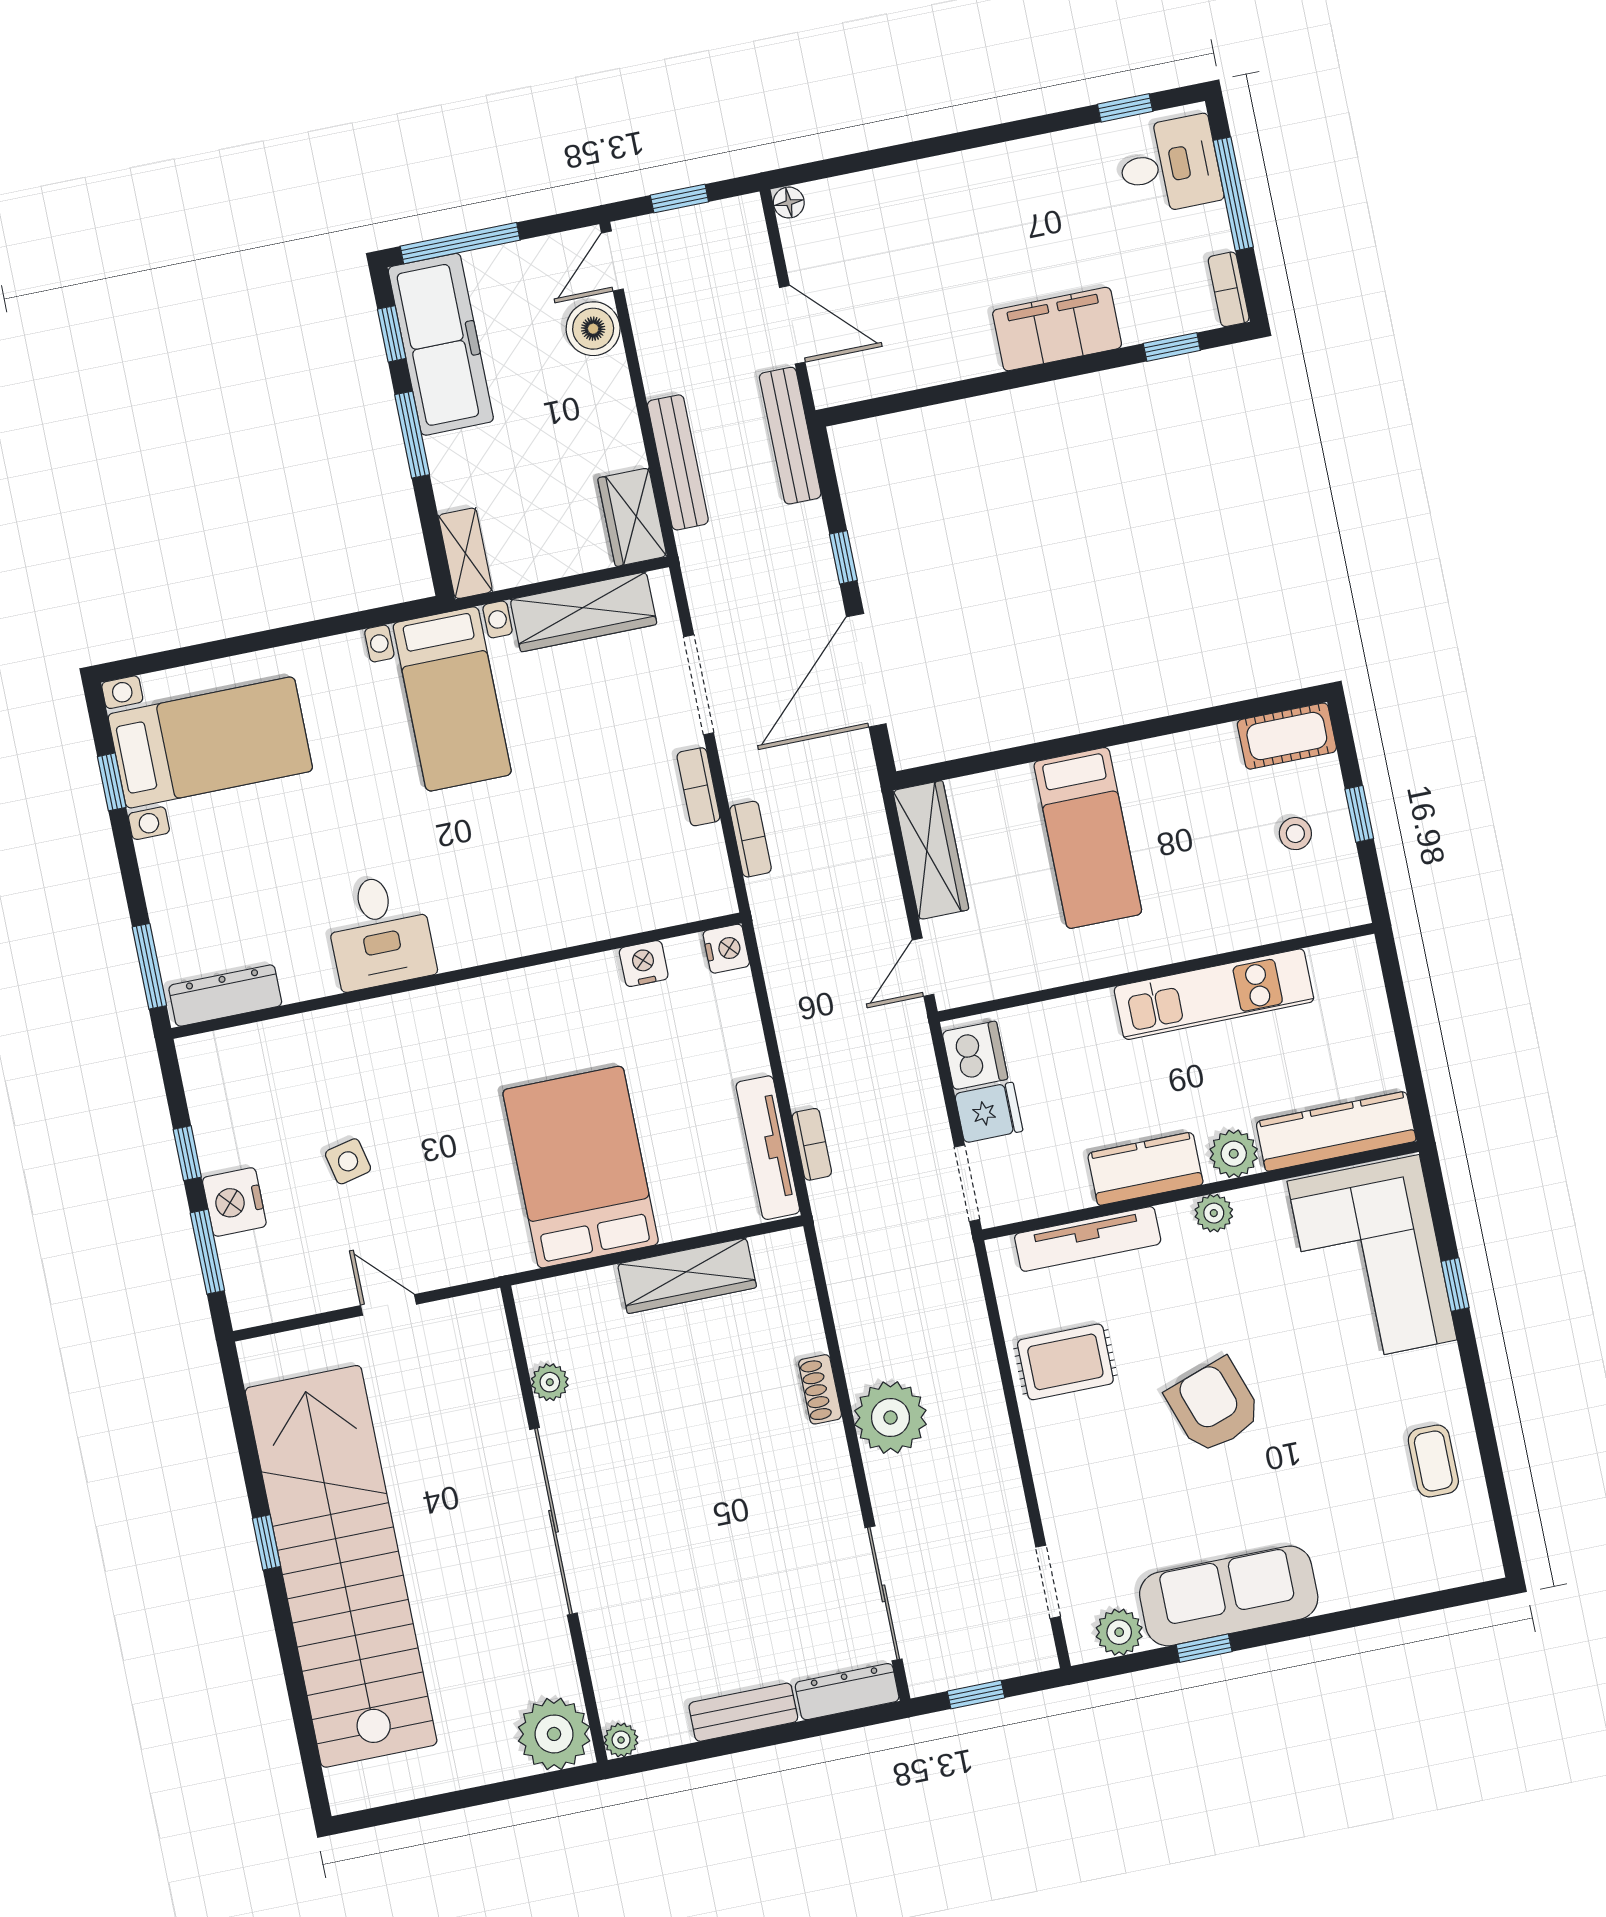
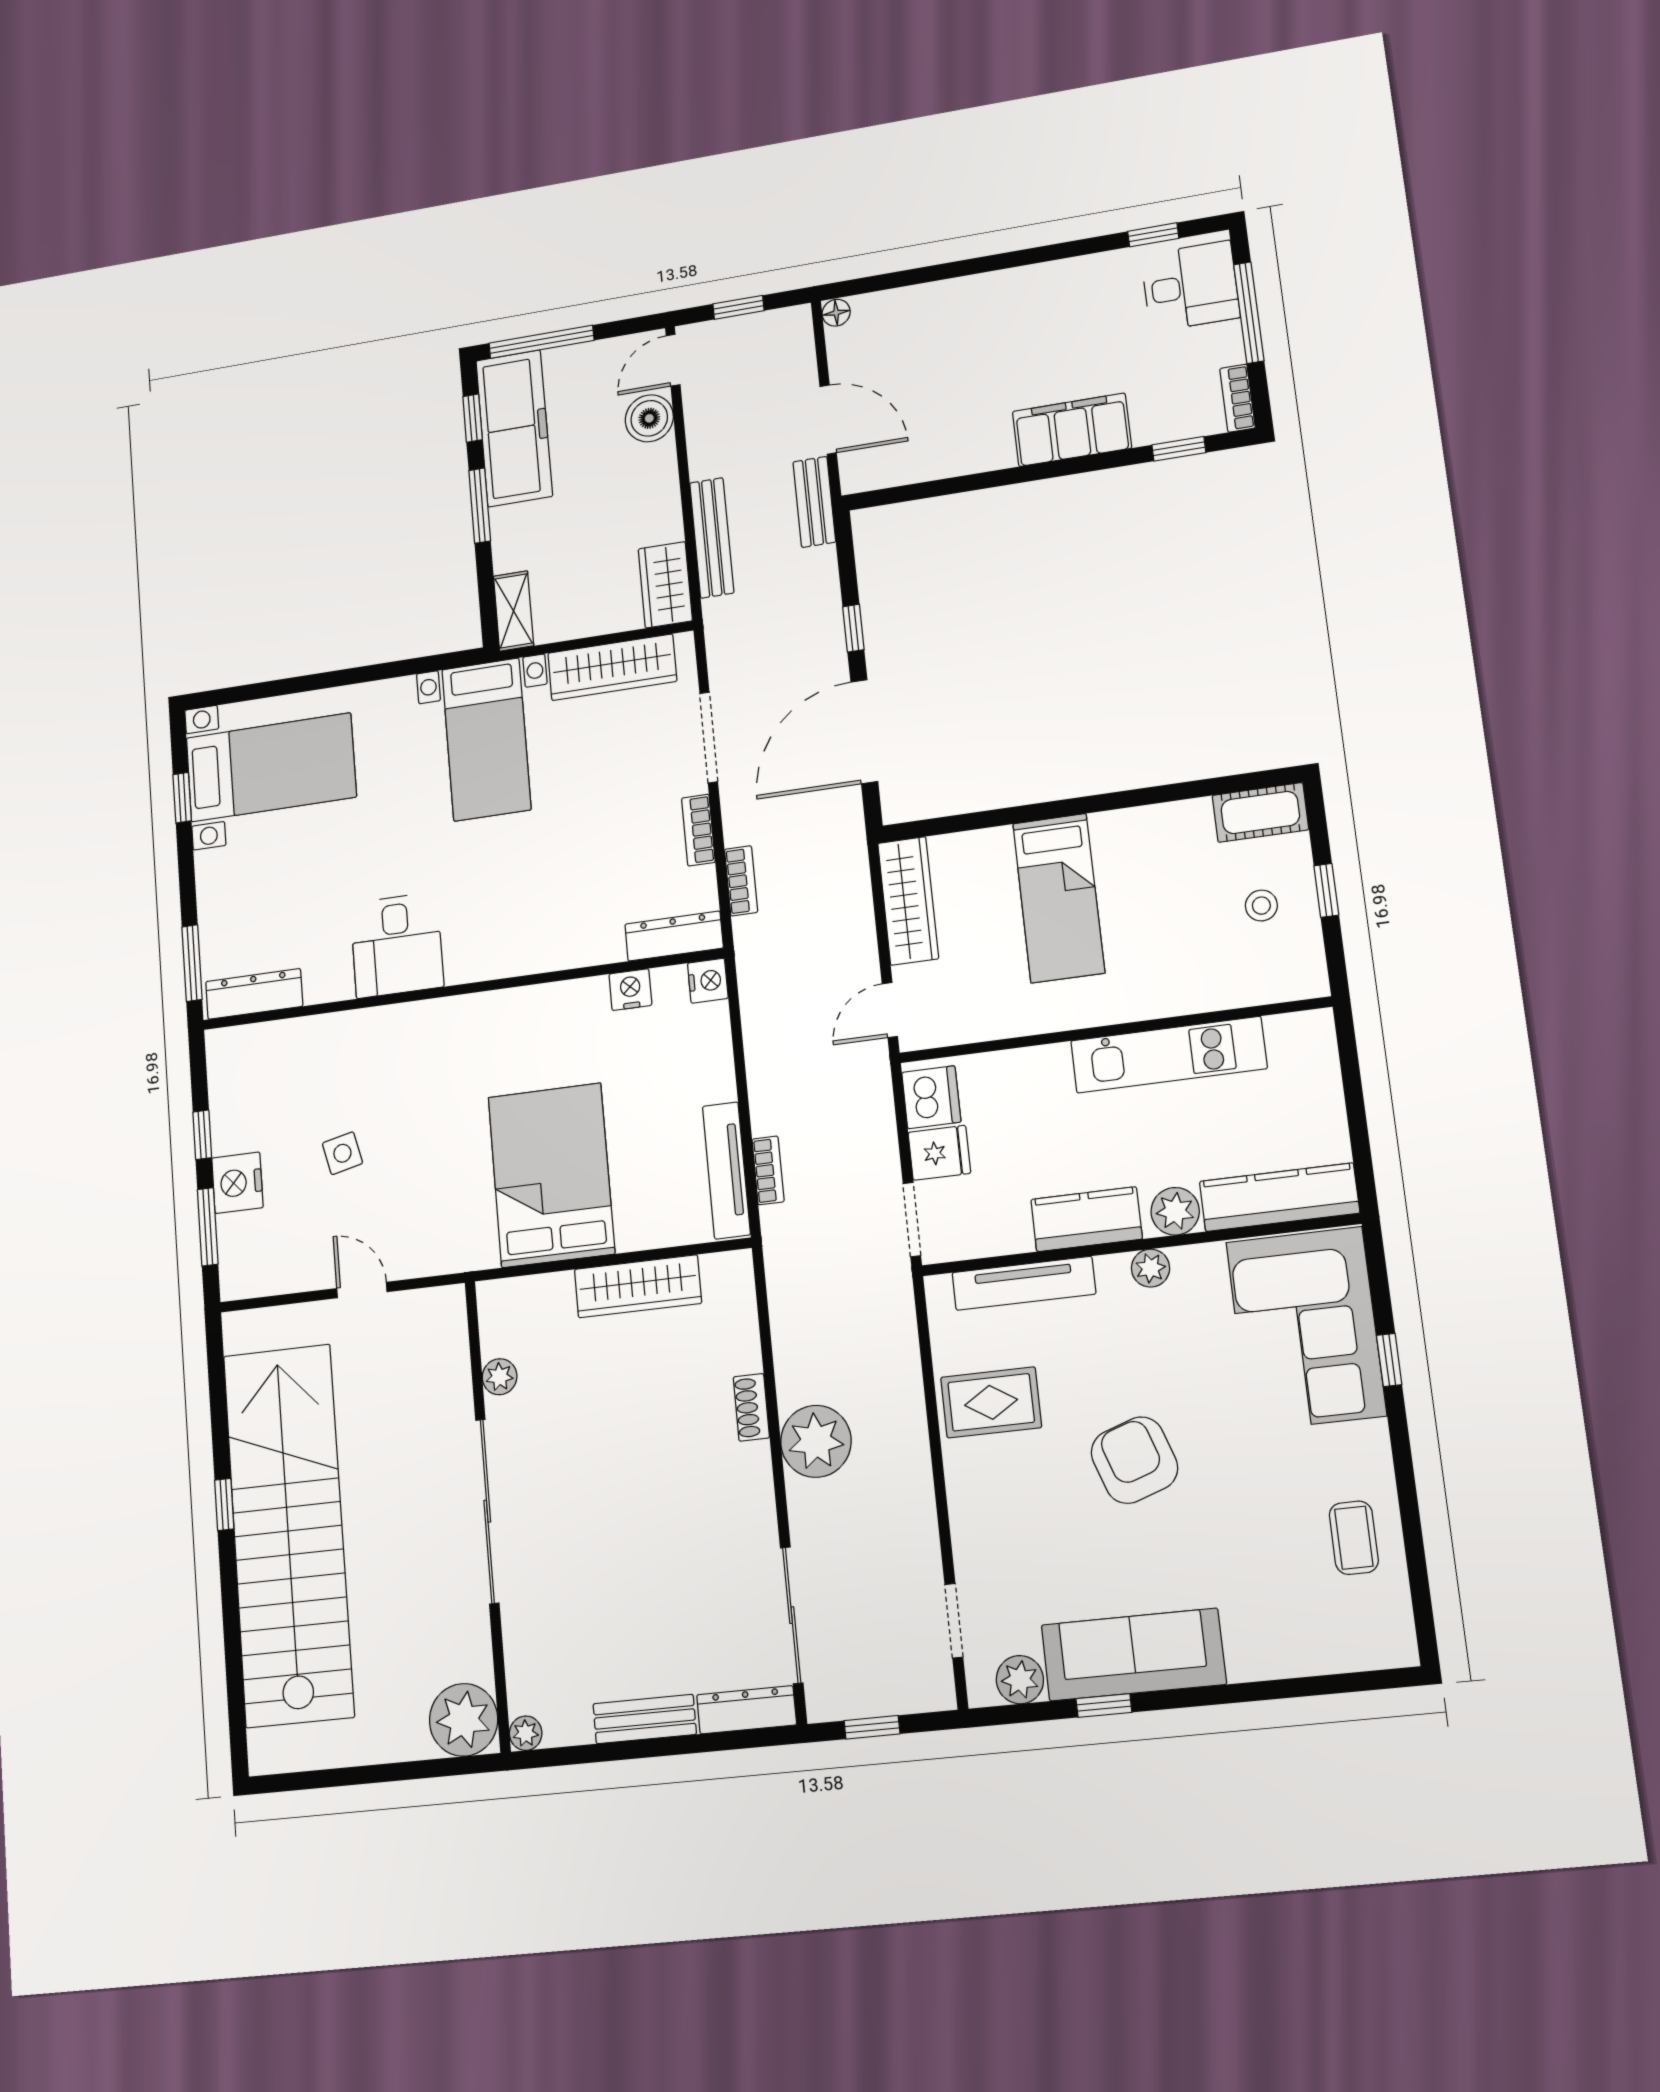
bench: (790, 436) -> (814, 502), width x0.73
dresser: (685, 903) -> (674, 936), added

